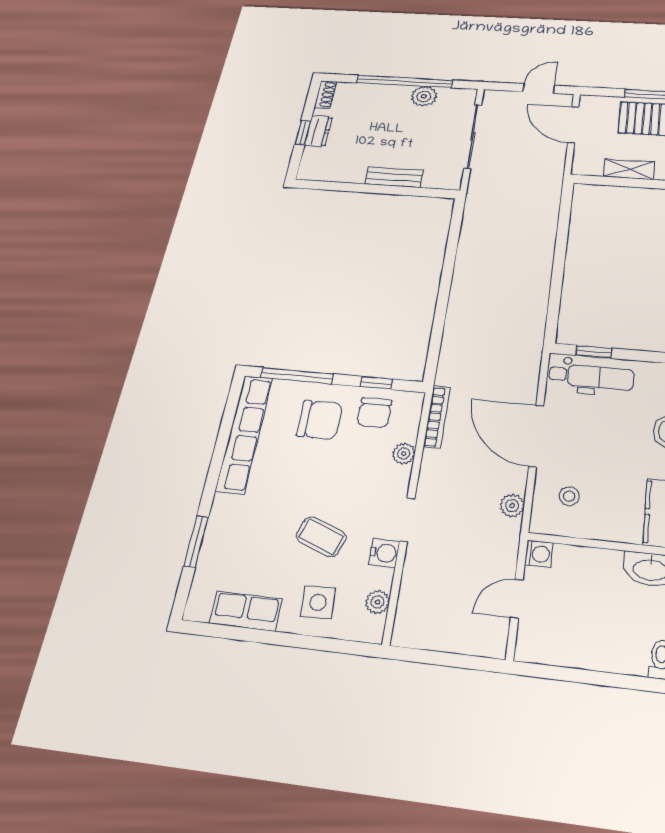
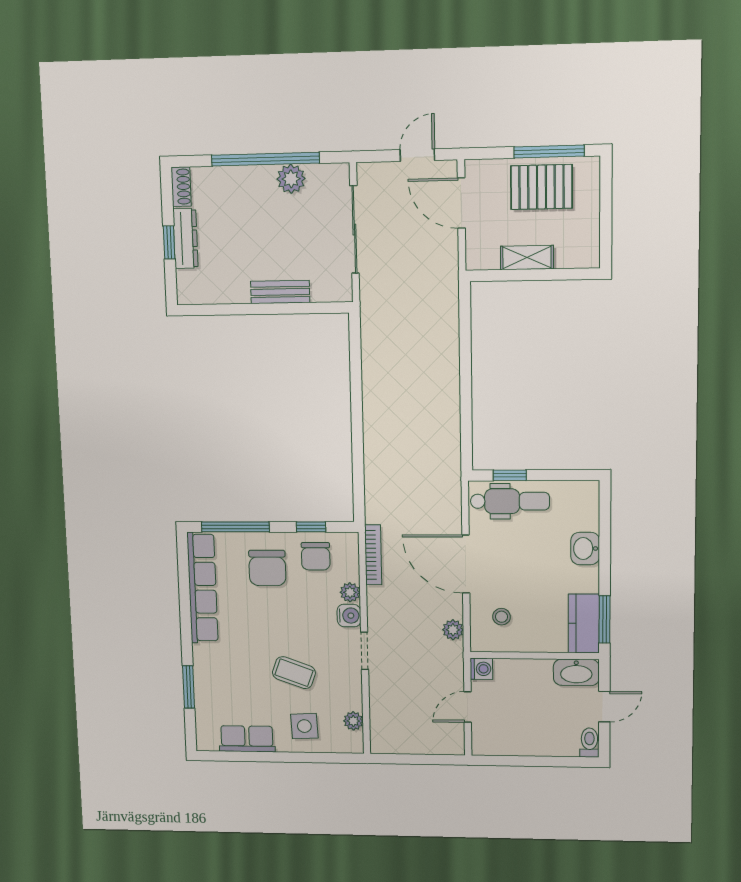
dresser: (318, 131) -> (185, 239), width x1.44
chair: (320, 420) -> (267, 568), turned 90
water cooler: (384, 553) -> (349, 616), moved

